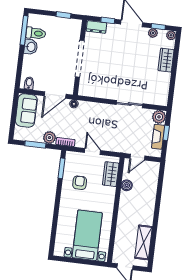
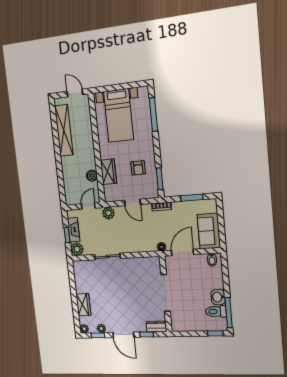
window: (63, 15) -> (215, 333), moved
plant: (49, 138) -> (108, 213), moved
wardrobe: (111, 174) -> (108, 172), moved
window: (54, 228) -> (153, 115), added
shelving: (144, 242) -> (64, 130), width x1.47

